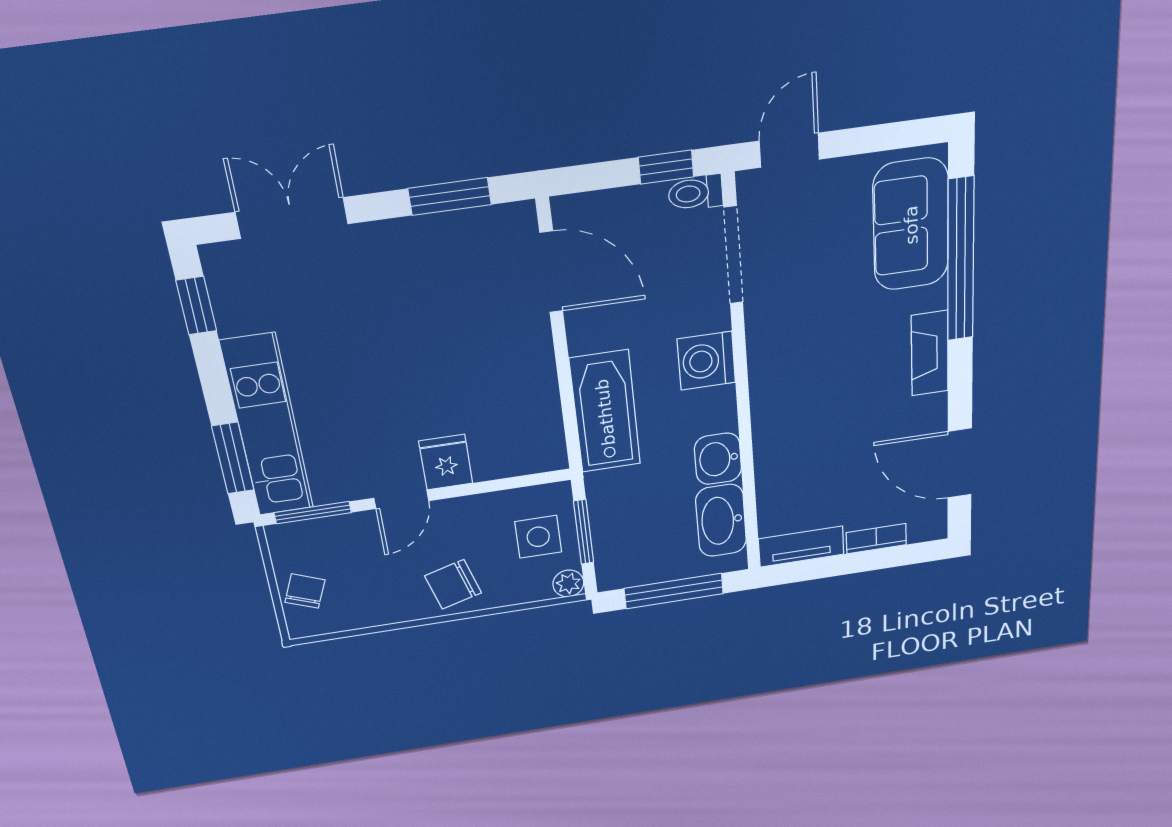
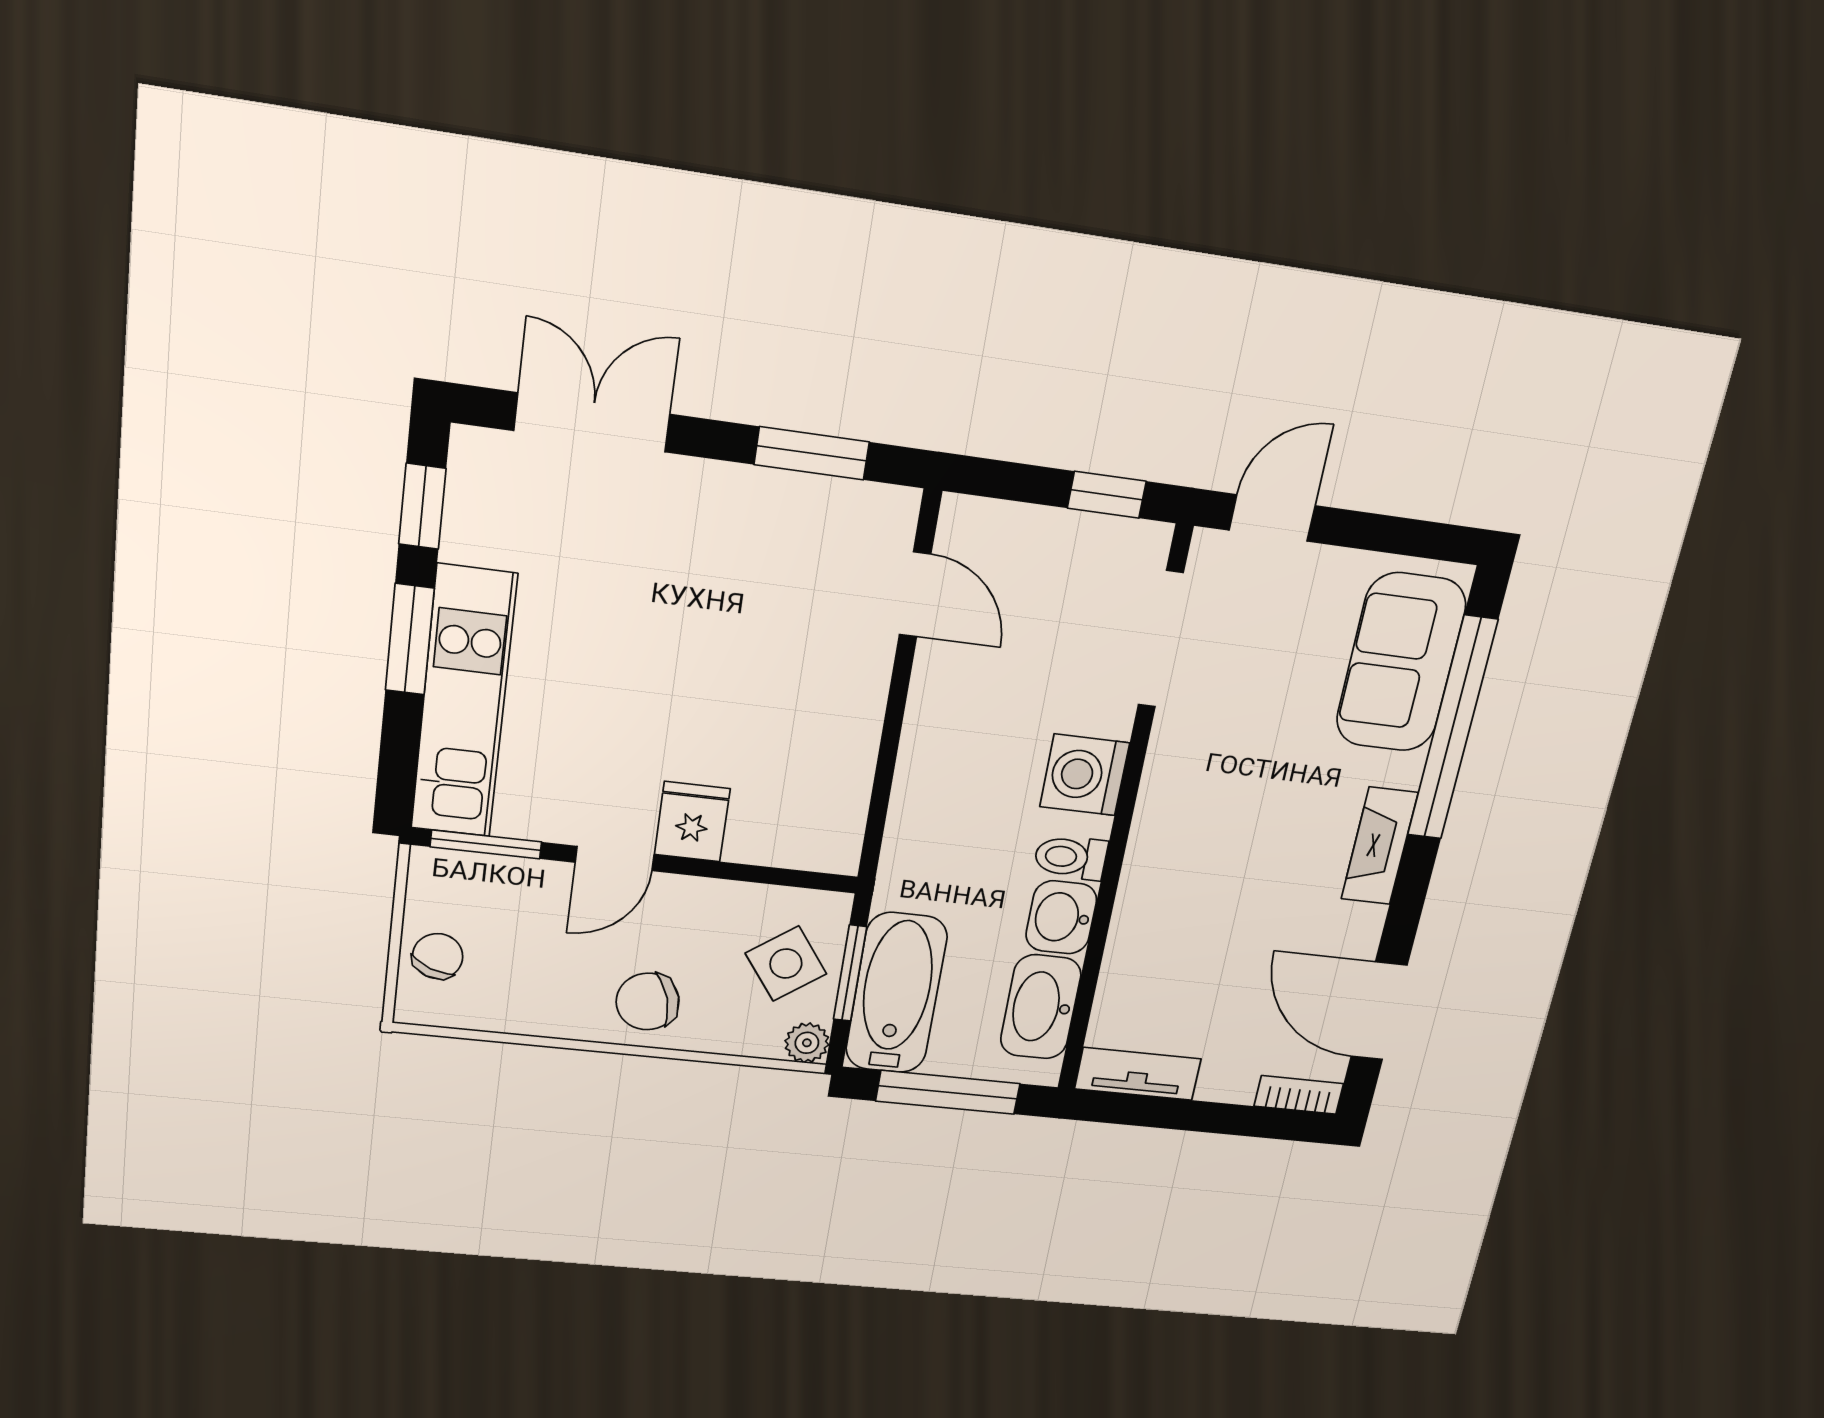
toilet: (696, 193) -> (1071, 857), moved
door: (551, 272) -> (915, 594), width x0.73
bathtub: (605, 412) -> (896, 993), moved
window: (233, 458) -> (410, 639), moved
side table: (538, 537) -> (786, 964), turned -36
bookcase: (876, 539) -> (1299, 1095), moved

